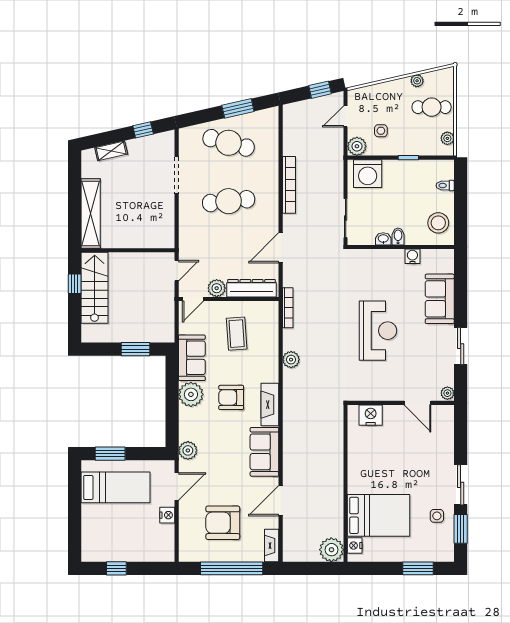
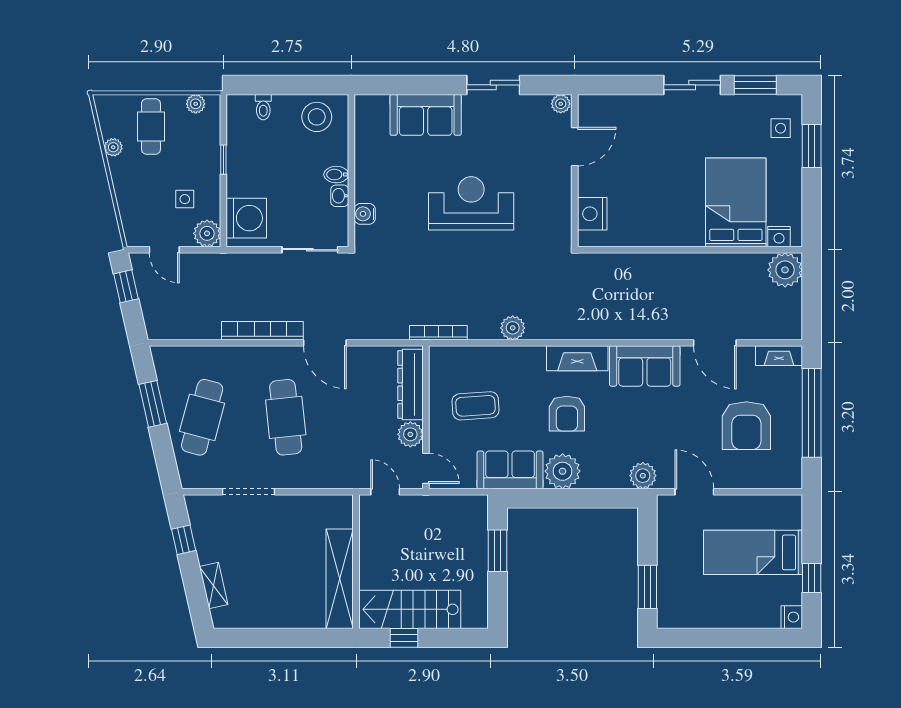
shelving: (91, 213) -> (340, 579), moved, turned 90
door: (281, 248) -> (325, 343), moved
water cooler: (412, 256) -> (365, 214), moved
bed: (116, 487) -> (753, 552), moved, turned -90
nightstand: (167, 515) -> (792, 617), moved, turned 90
side table: (437, 516) -> (781, 128), moved

